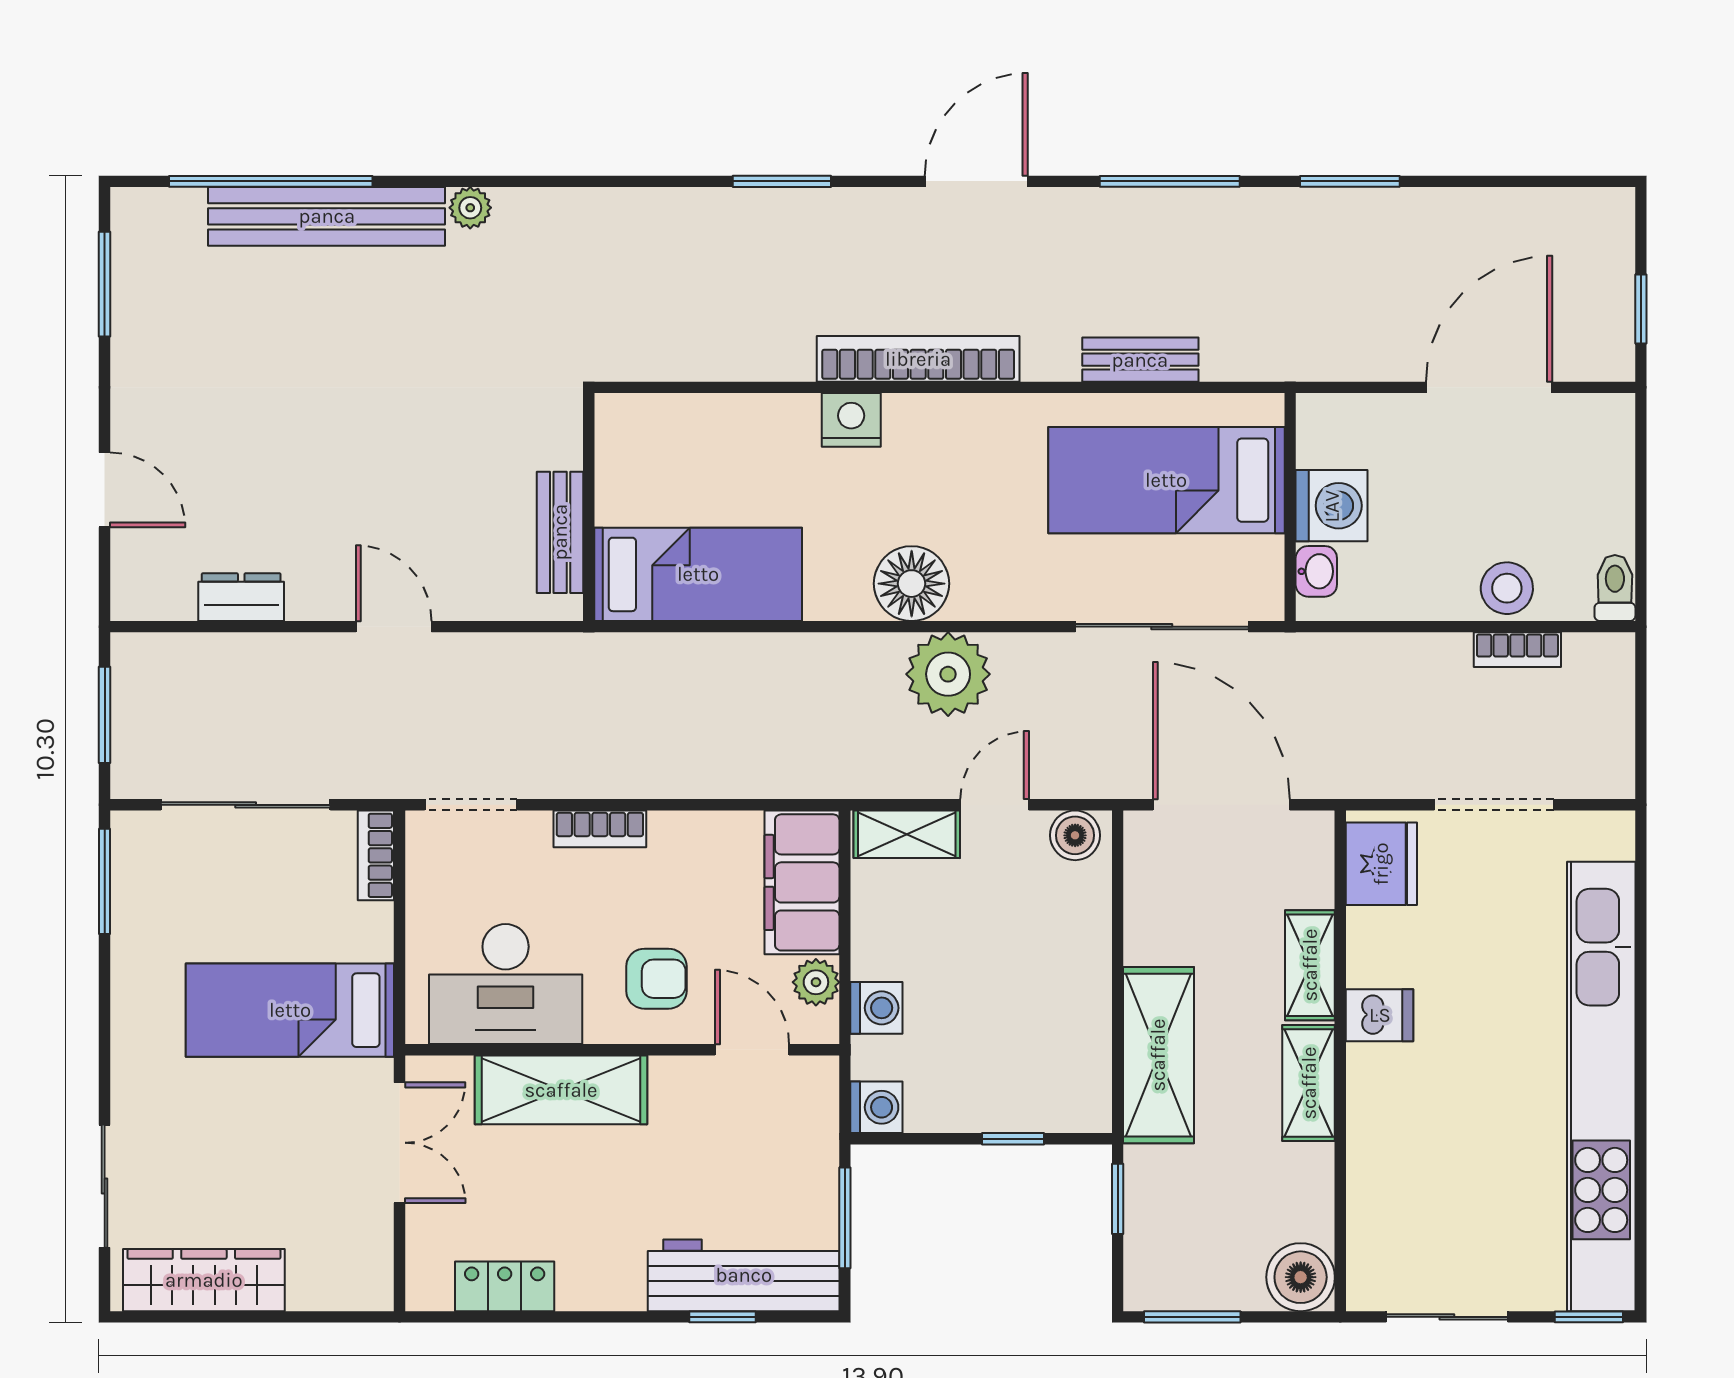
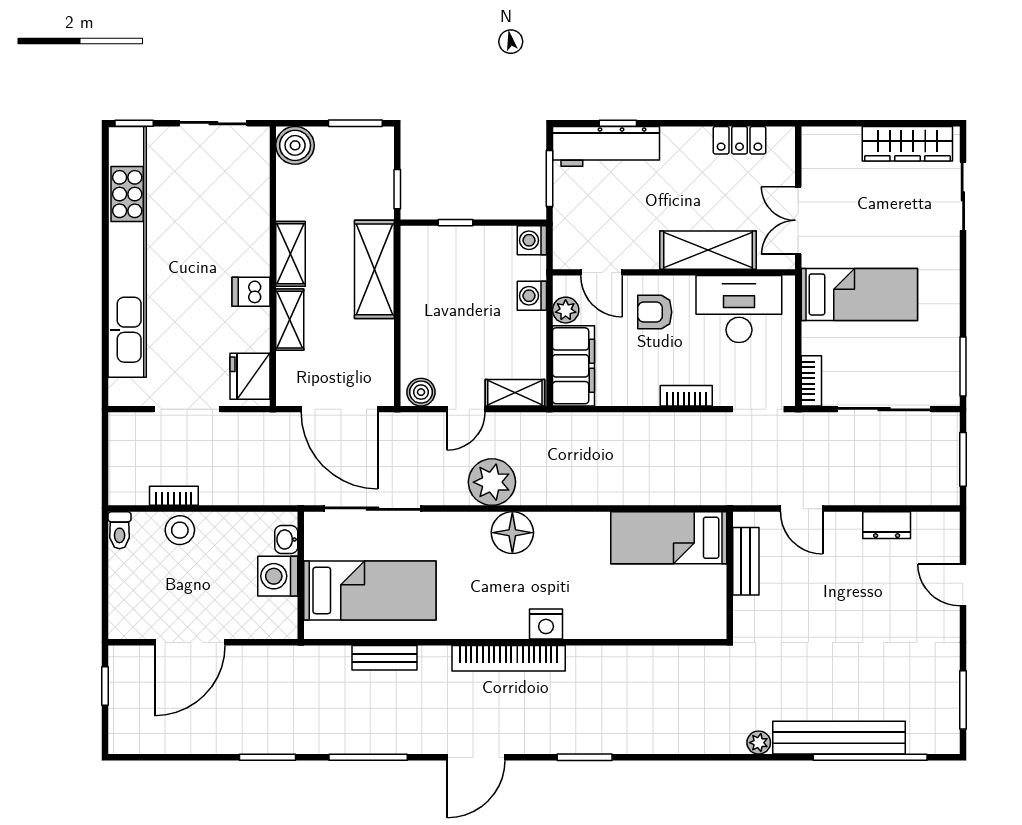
wall: (589, 507) -> (730, 575), moved
bench: (560, 532) -> (746, 561), moved
bed: (698, 574) -> (669, 538), moved

